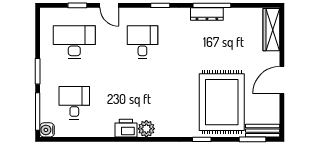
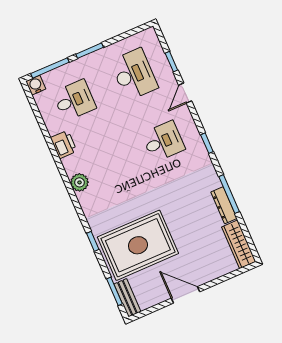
dresser: (207, 14) -> (224, 205), moved
wardrobe: (271, 30) -> (239, 244), moved, turned -90
printer: (126, 128) -> (64, 144), moved

